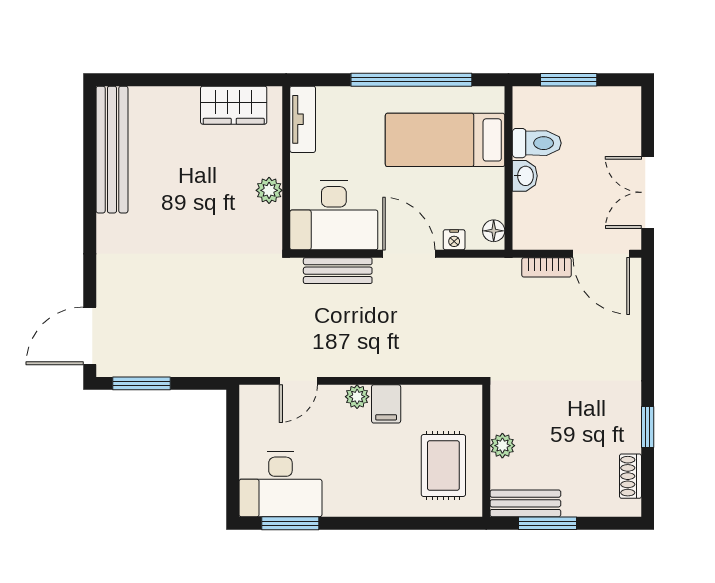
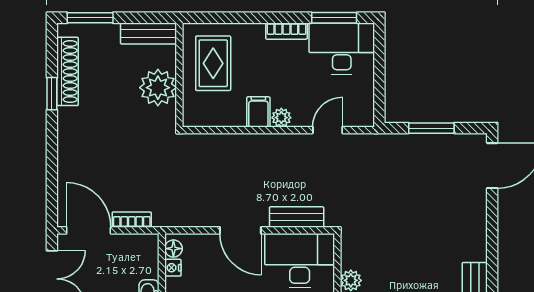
nightstand: (454, 240) -> (173, 268), moved, turned -90
window: (141, 383) -> (431, 128), moved
plant: (502, 446) -> (158, 88), width x1.87, depth x1.87
shoe rack: (630, 476) -> (68, 71), width x1.94, depth x1.24
bookcase: (350, 506) -> (286, 31), added
window: (548, 523) -> (90, 18), moved

